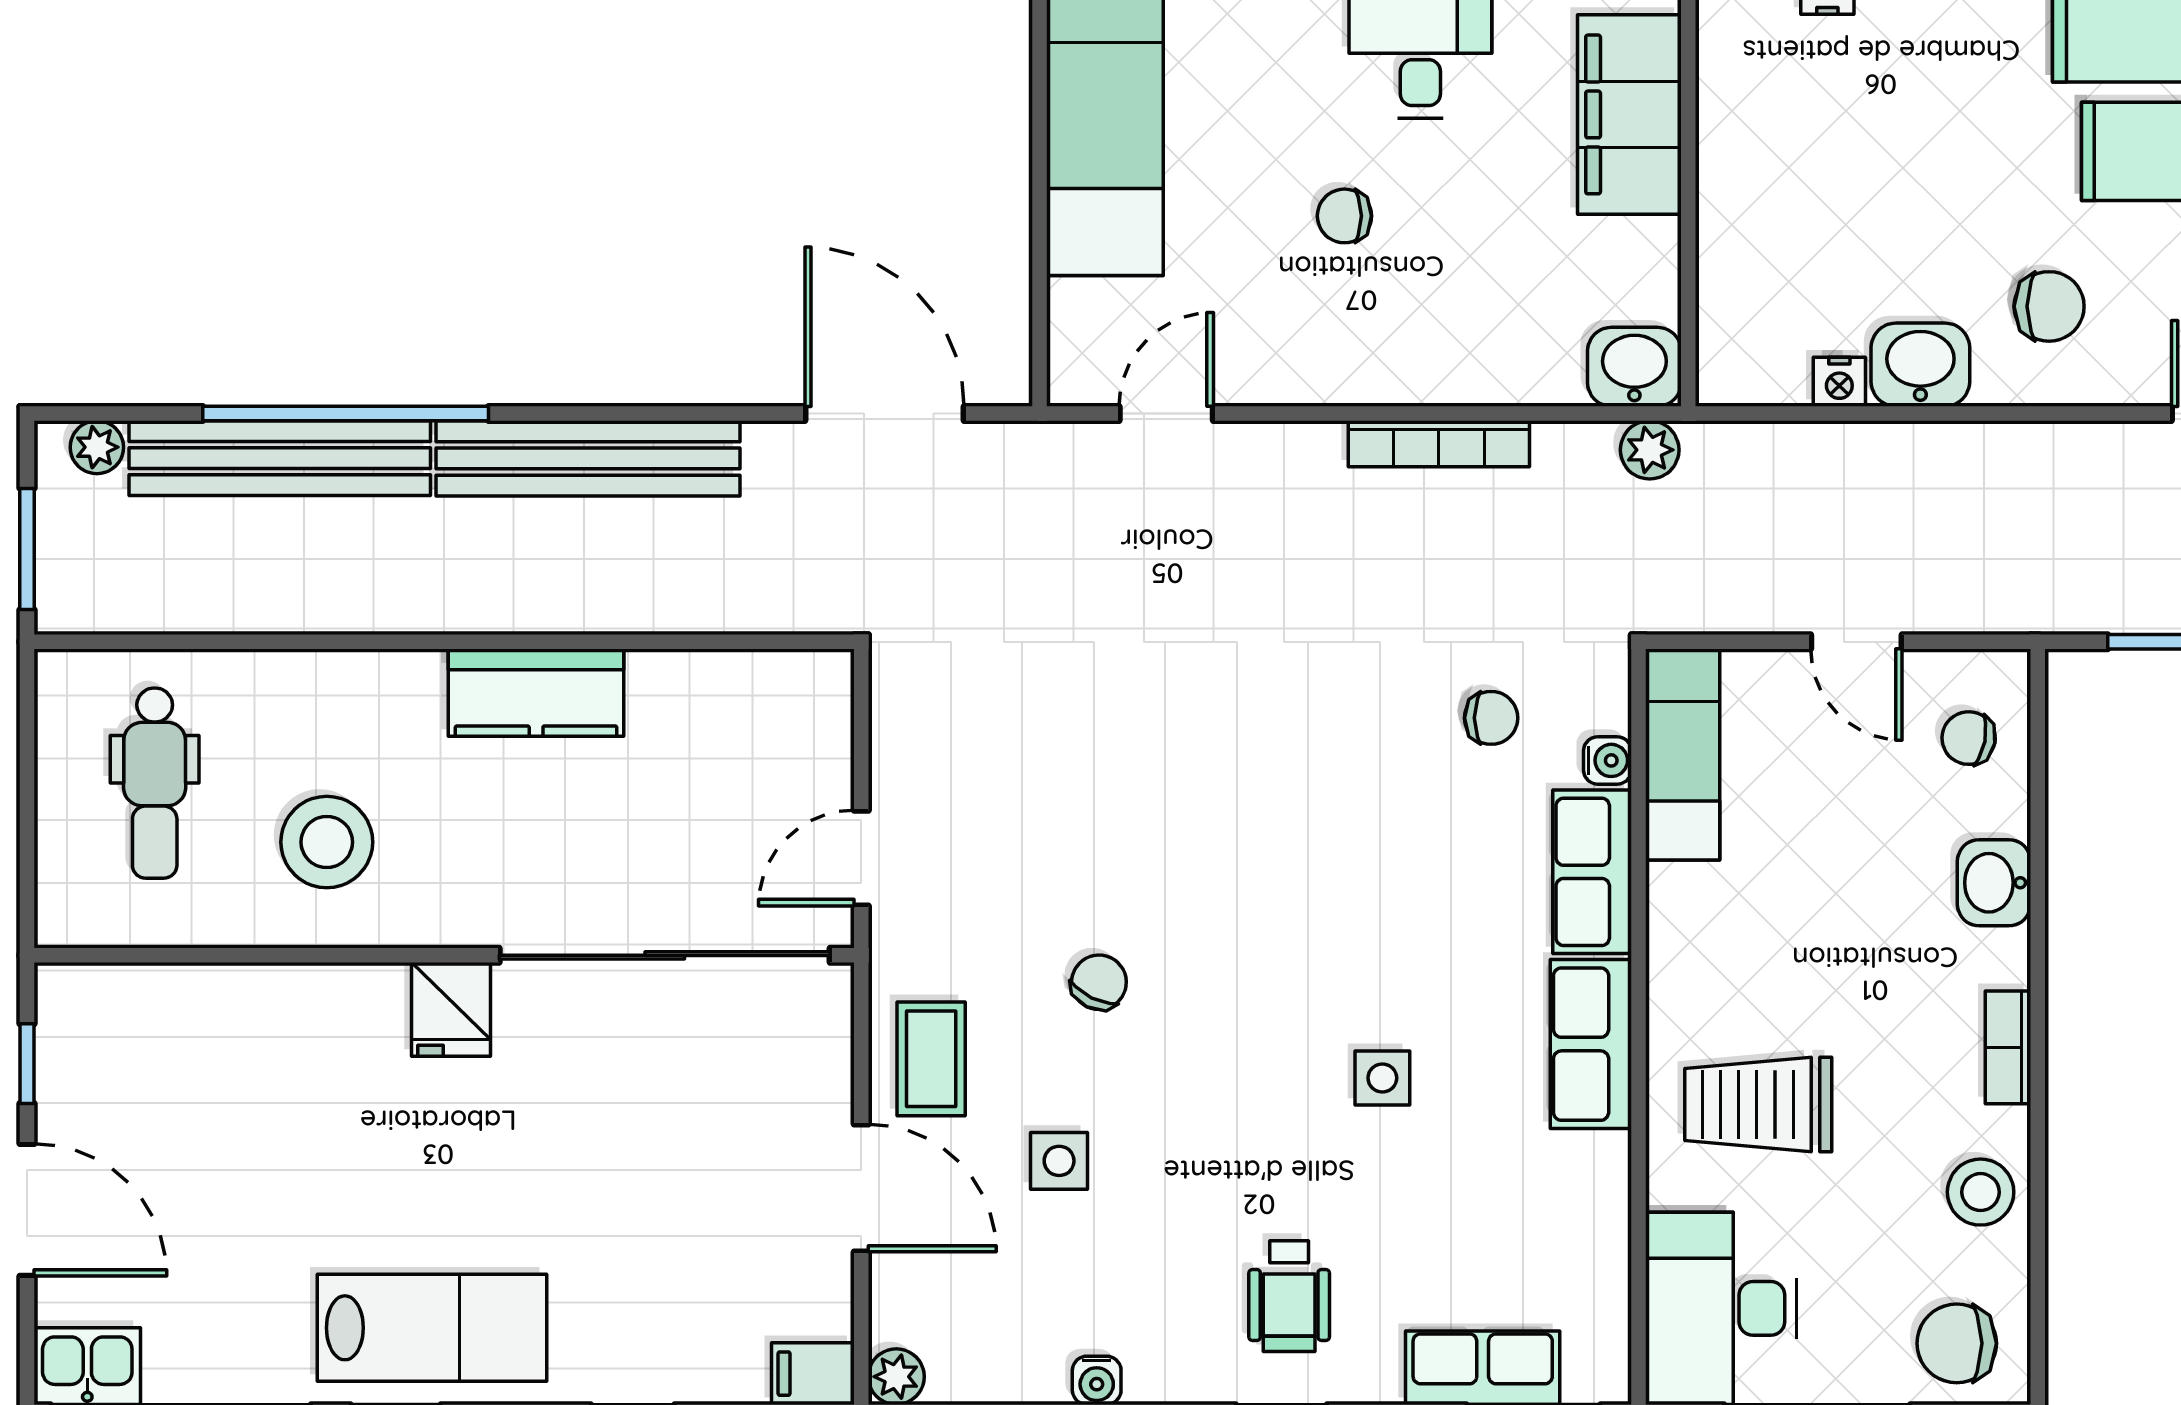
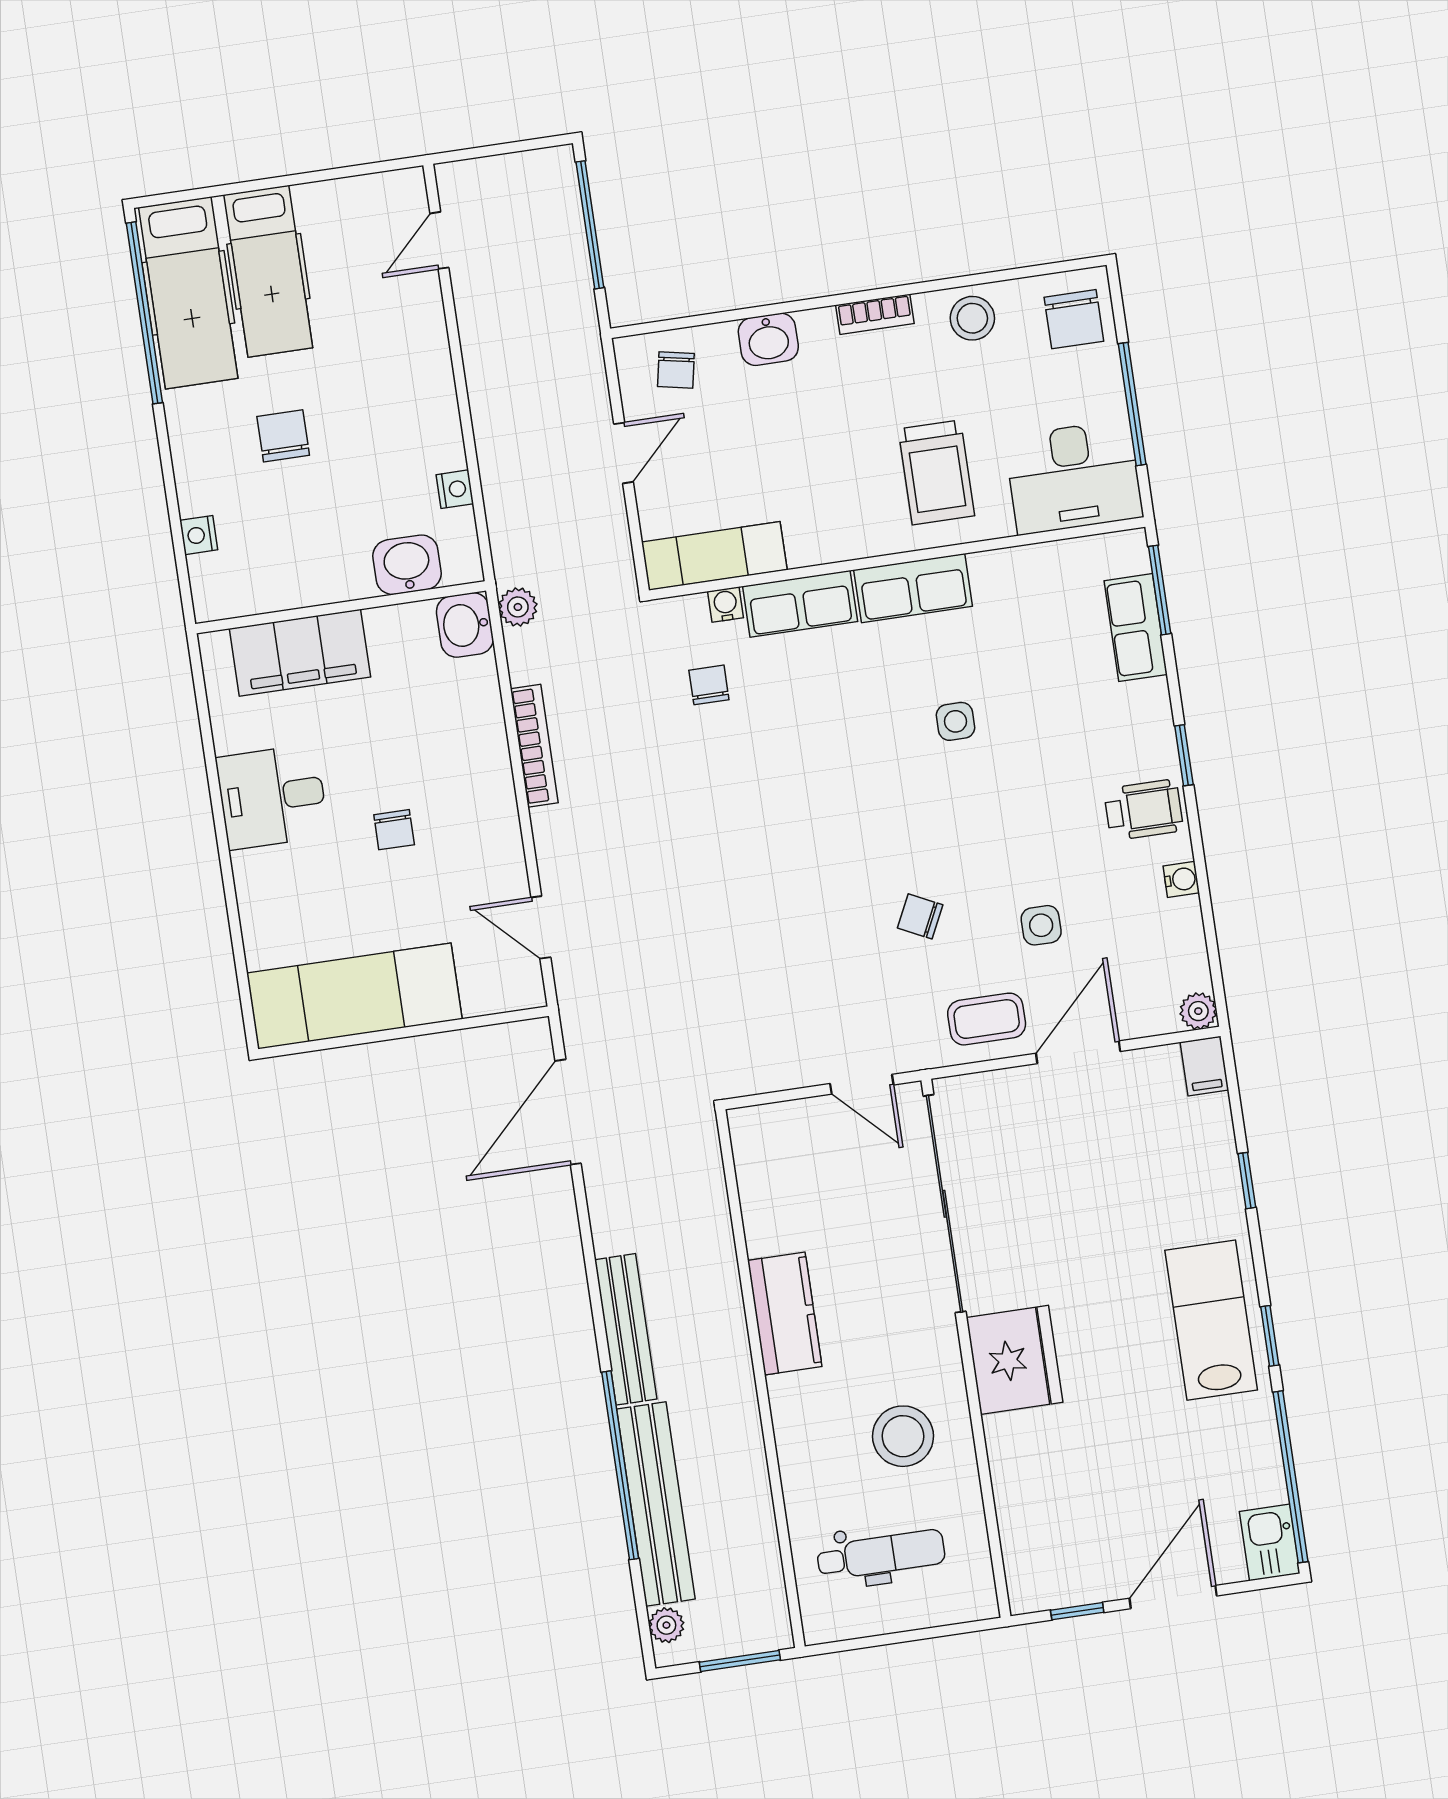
chair: (2049, 306) -> (283, 436), moved
washbasin: (1920, 365) -> (407, 565), moved, turned 90
bench: (588, 458) -> (626, 1329), width x0.73, depth x0.82
fridge: (451, 1009) -> (1014, 1360), width x1.88, depth x1.34
wheelchair: (1289, 1296) -> (1144, 810), moved

